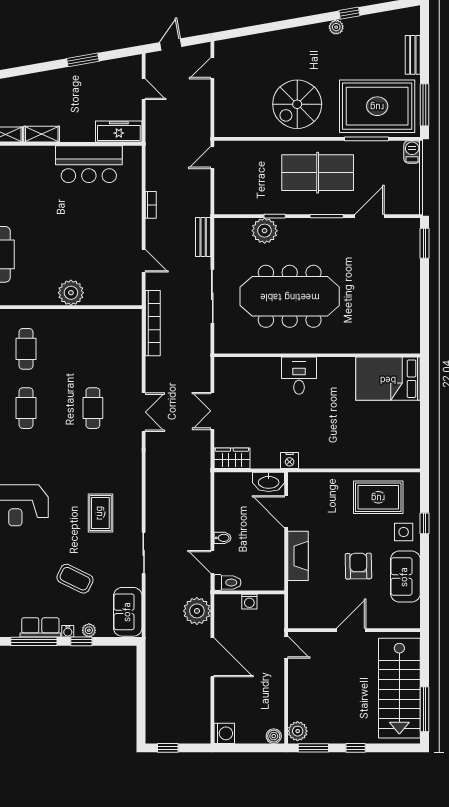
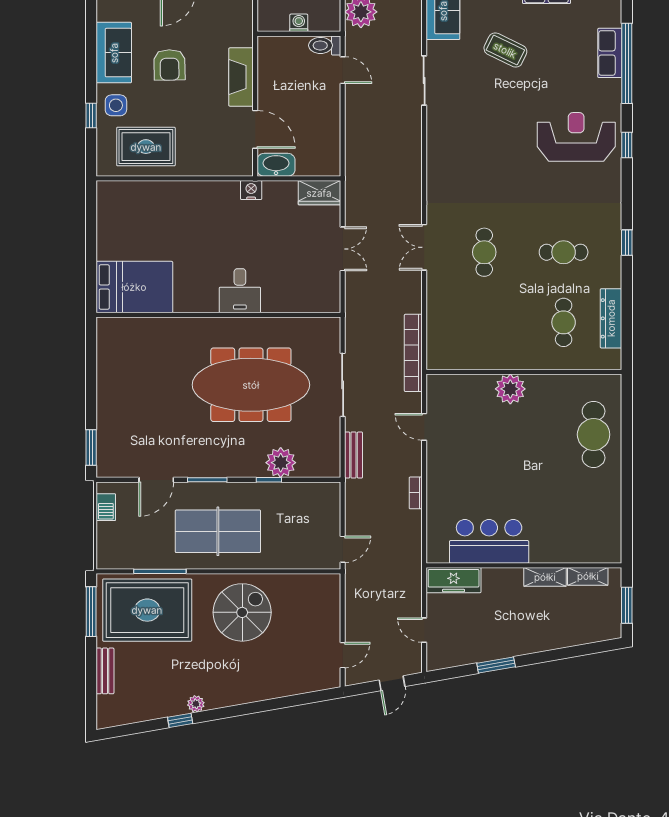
barbecue: (412, 152) -> (106, 507), moved
cafe table: (26, 408) -> (564, 252), turned 90
rug: (100, 513) -> (475, 128), removed
bidet: (223, 538) -> (331, 98), removed

